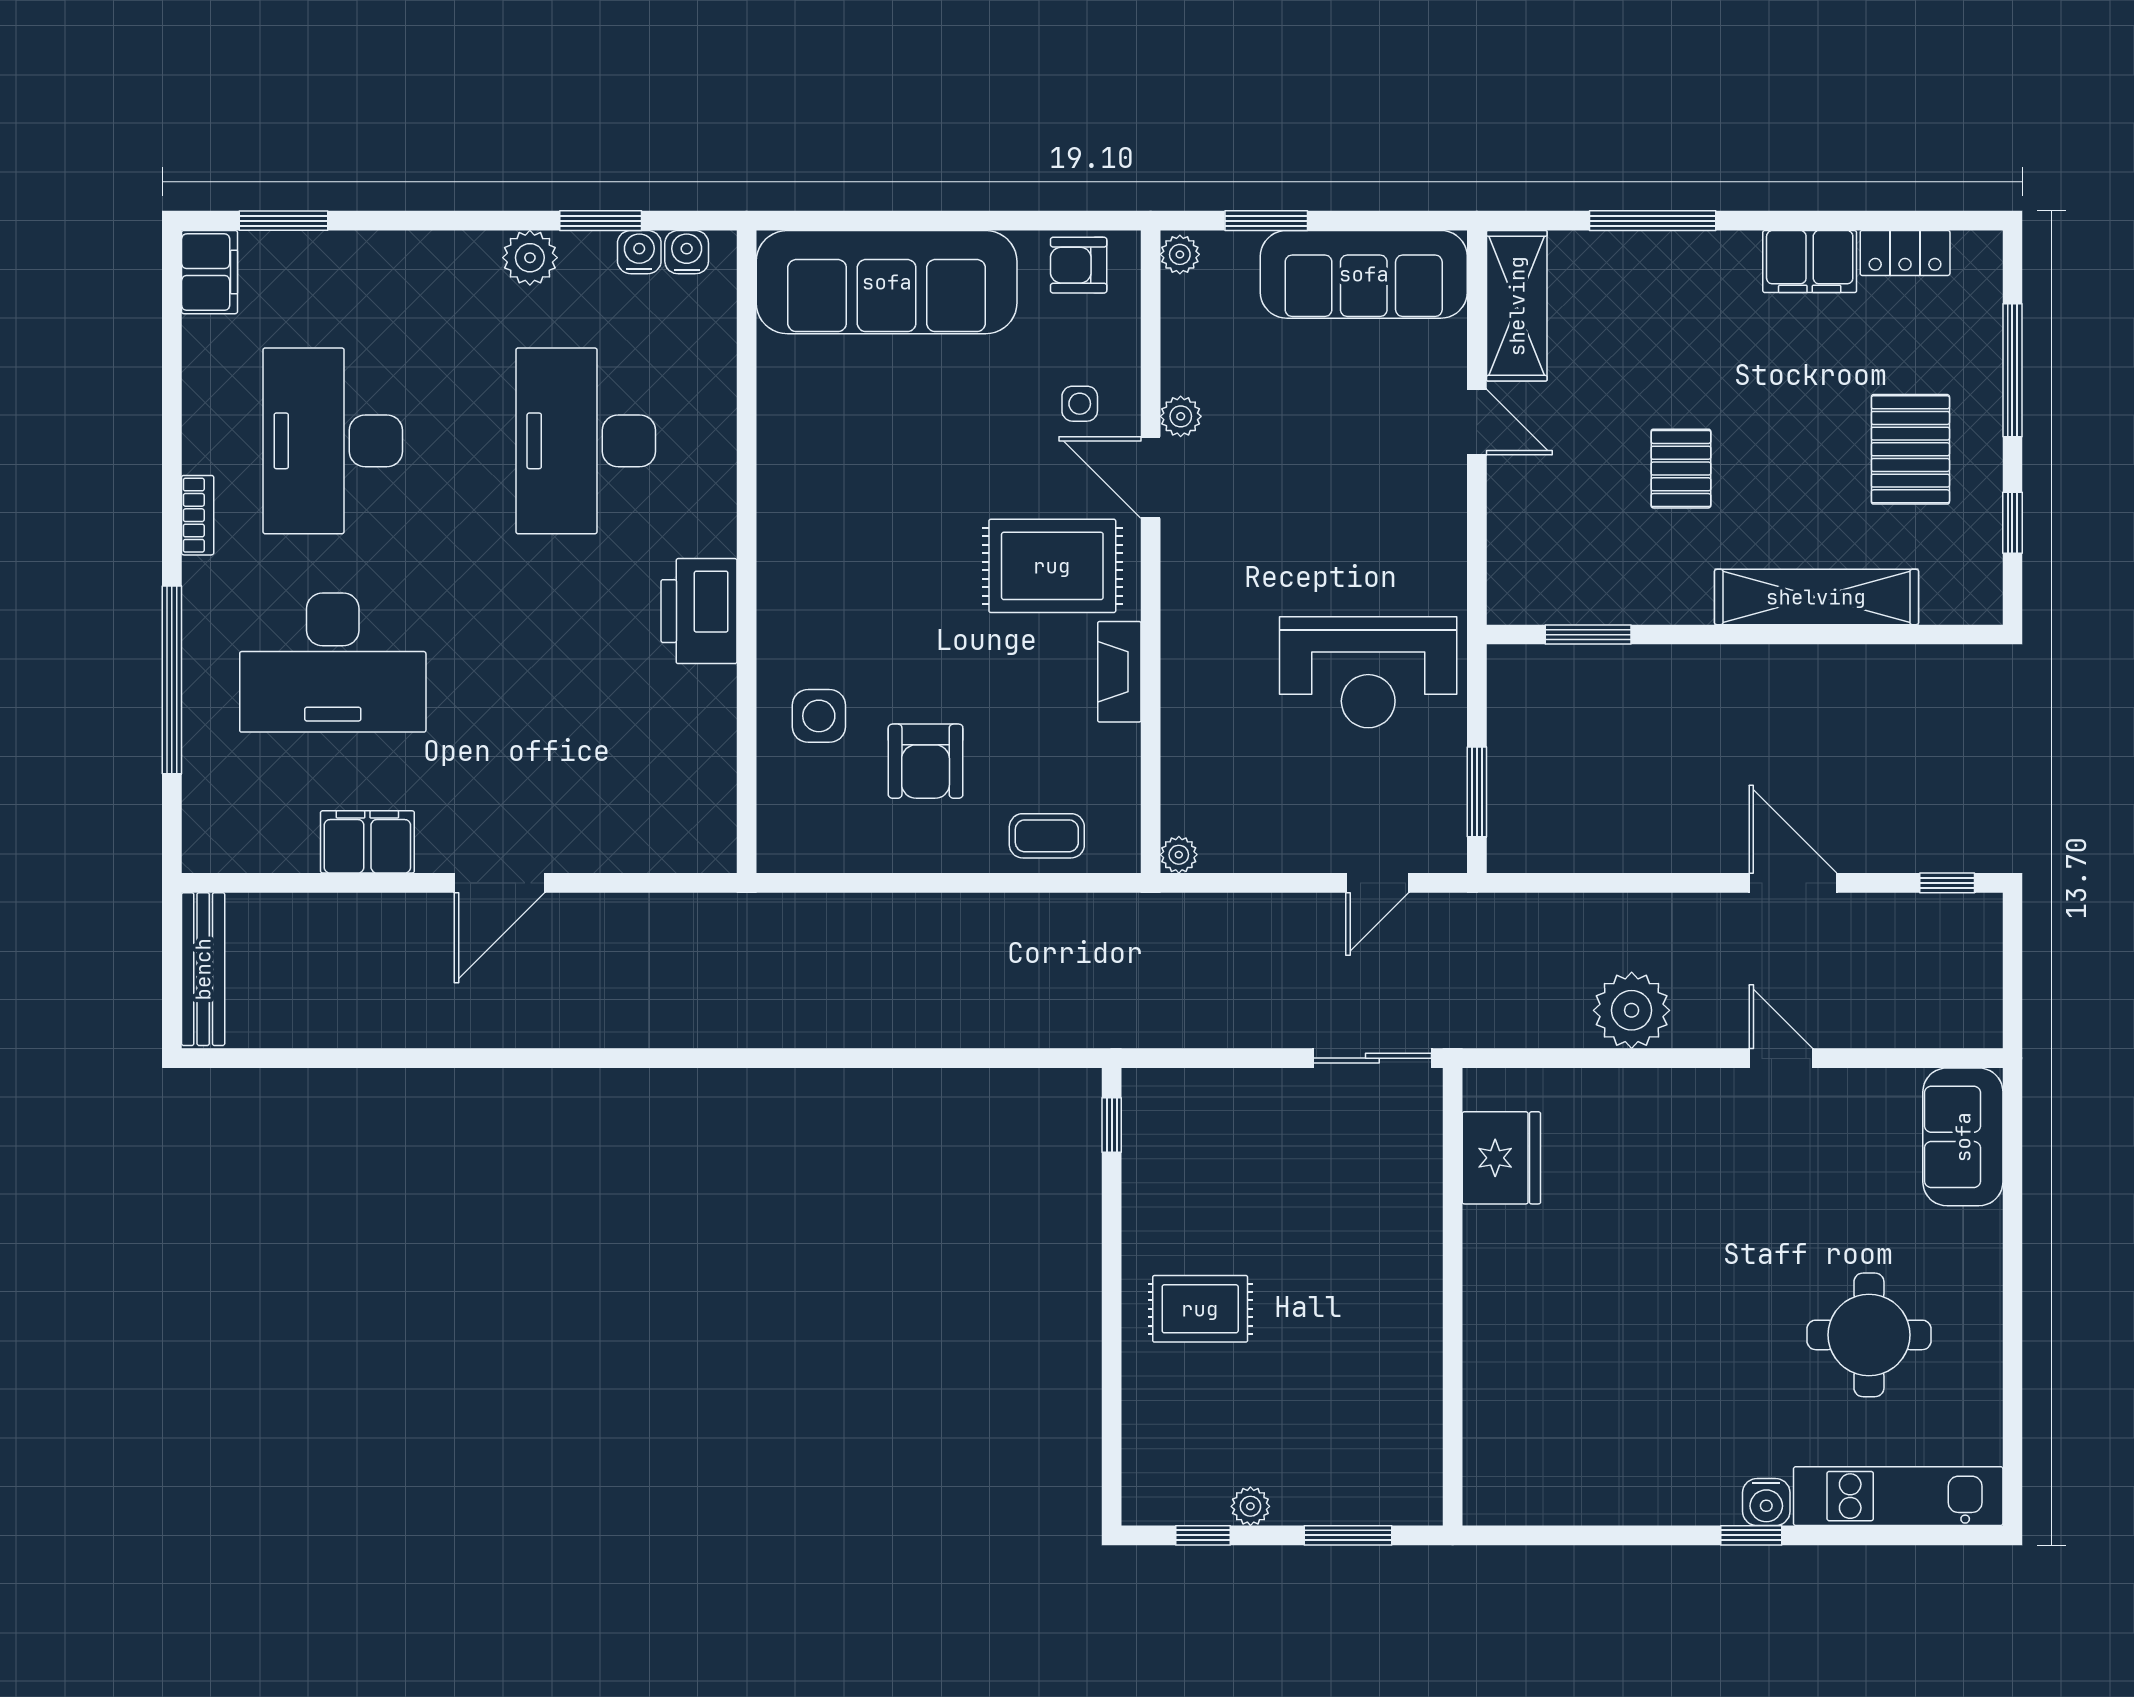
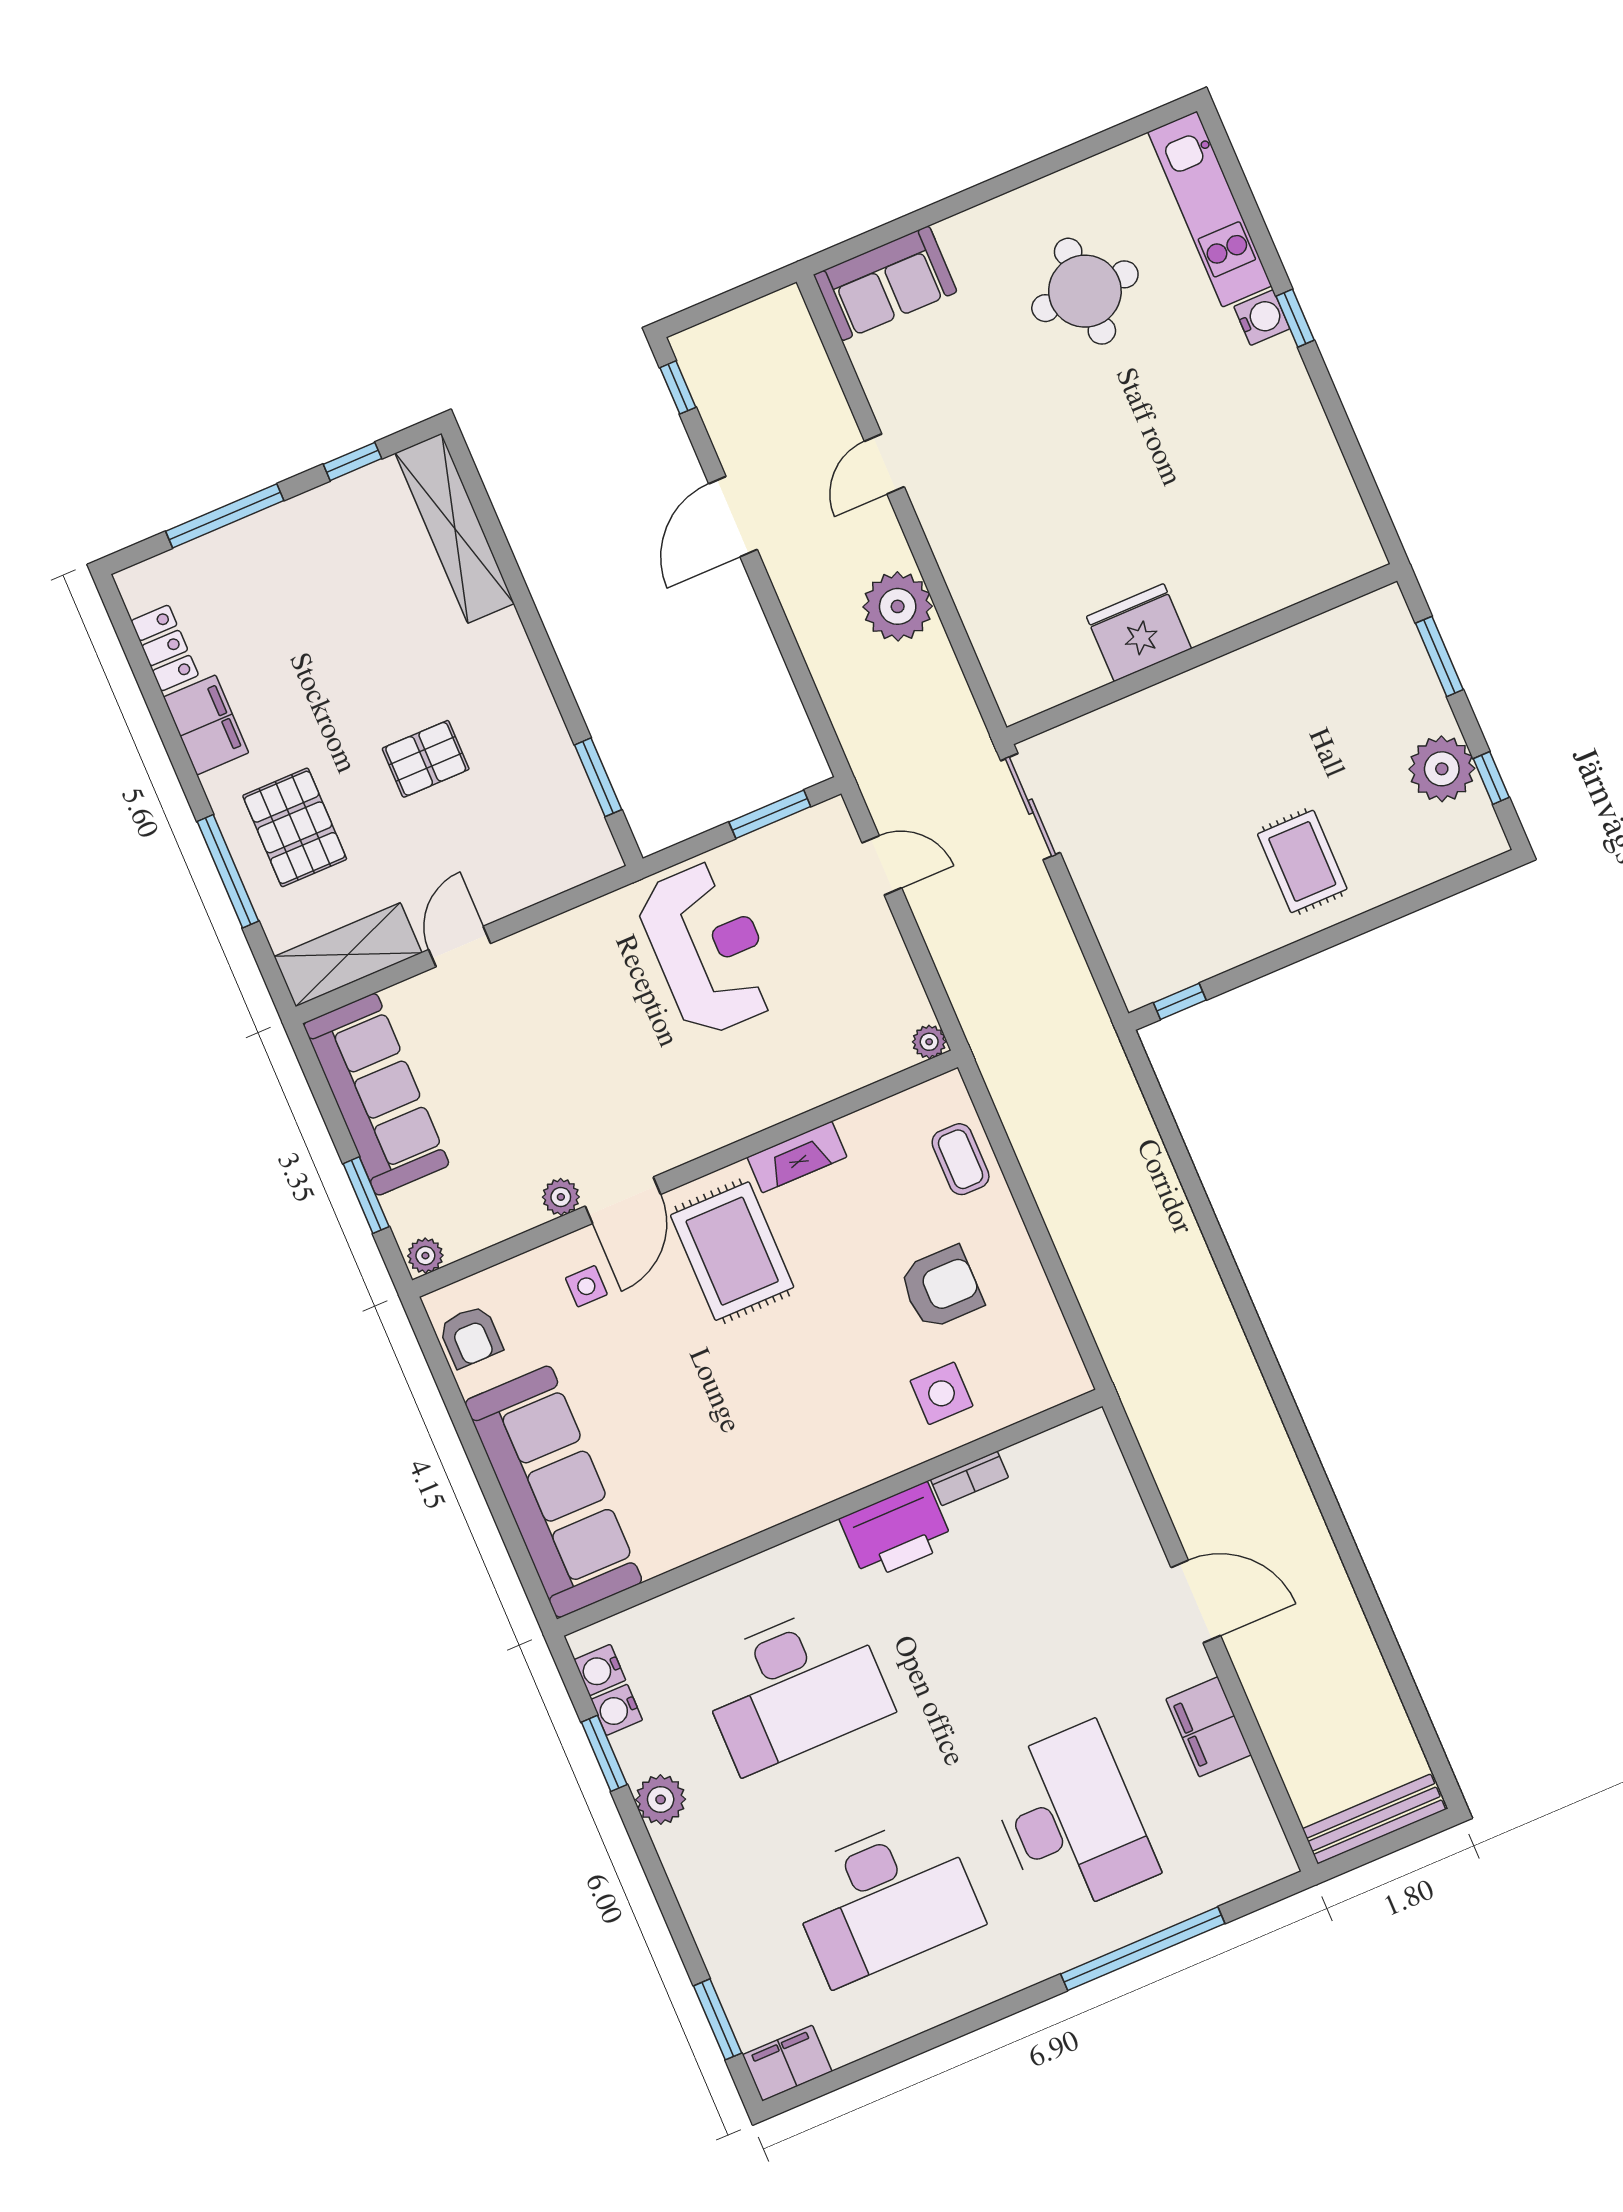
pallet: (1910, 449) -> (295, 827), moved, turned 90
bookcase: (198, 515) -> (969, 1478), moved, turned 180
shelving: (1816, 597) -> (455, 528), moved
fridge: (1501, 1158) -> (1139, 633), moved
plant: (1250, 1506) -> (1442, 769), width x1.88, depth x1.88

